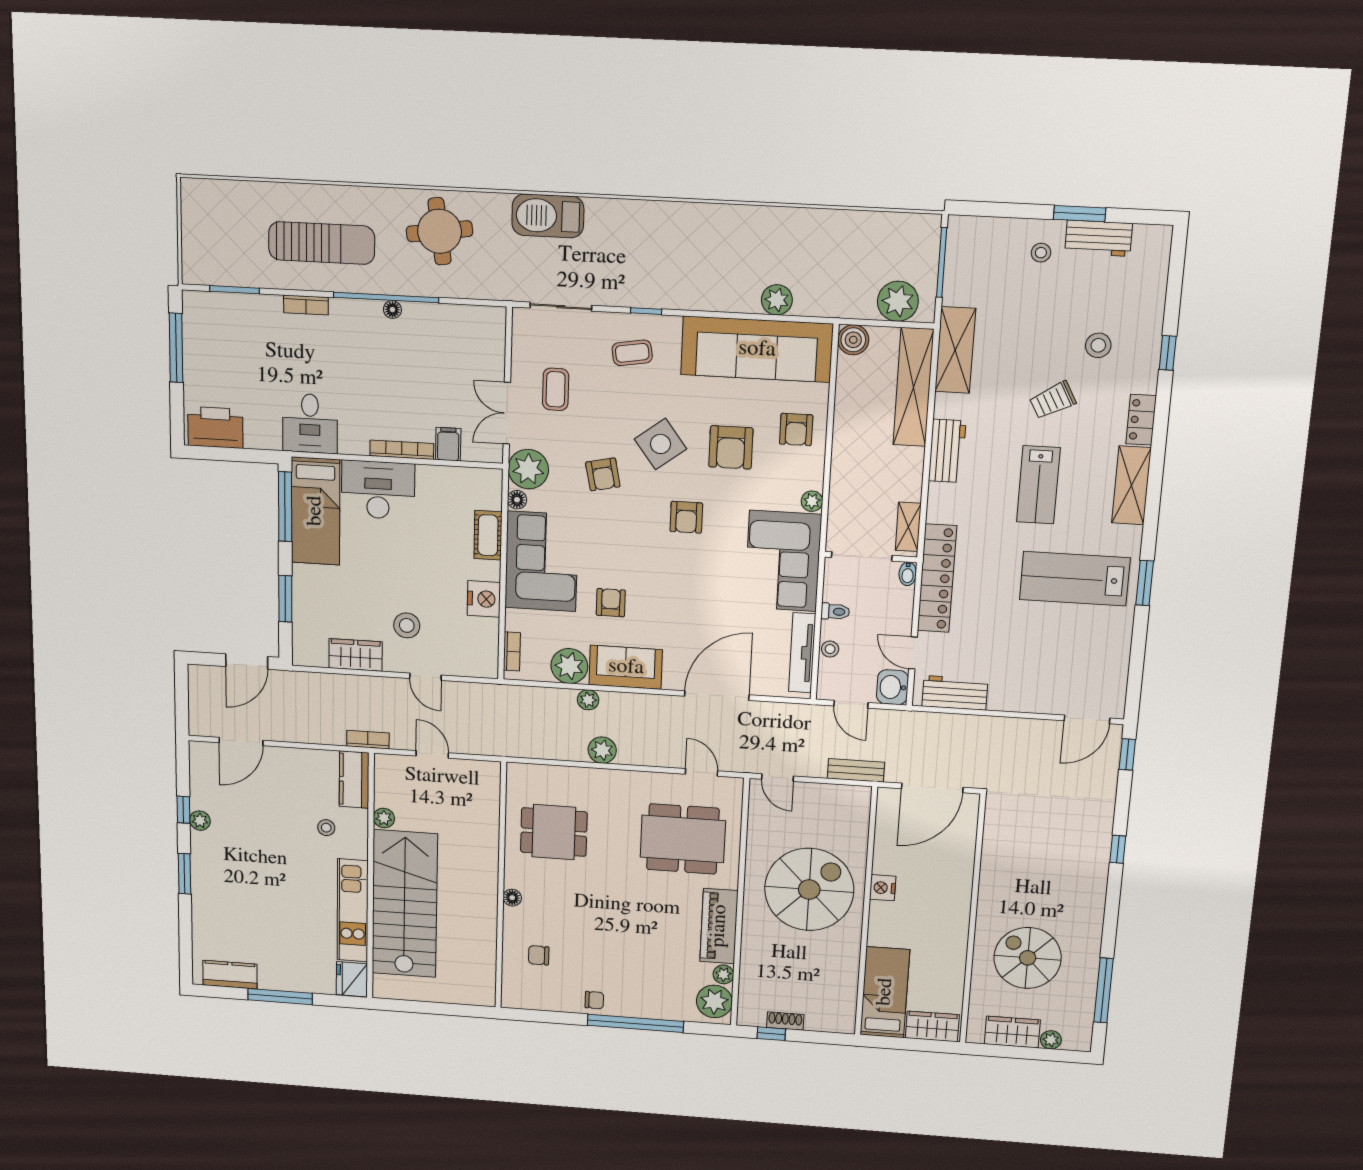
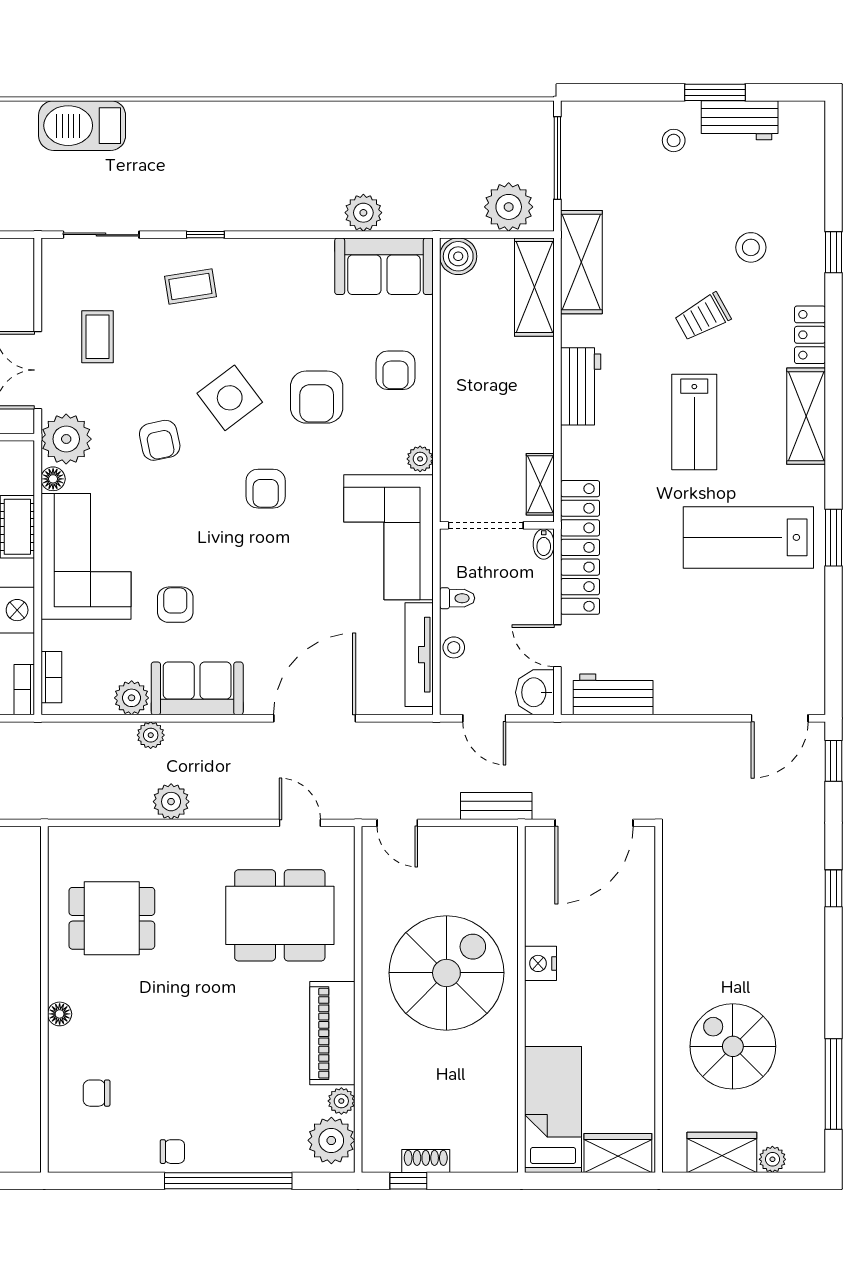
sofa: (757, 349) -> (384, 266), width x0.54, depth x0.79
shelving: (913, 387) -> (534, 287), width x0.68
bookcase: (491, 660) -> (24, 690), added
plant: (569, 666) -> (132, 698), width x0.73, depth x0.73

